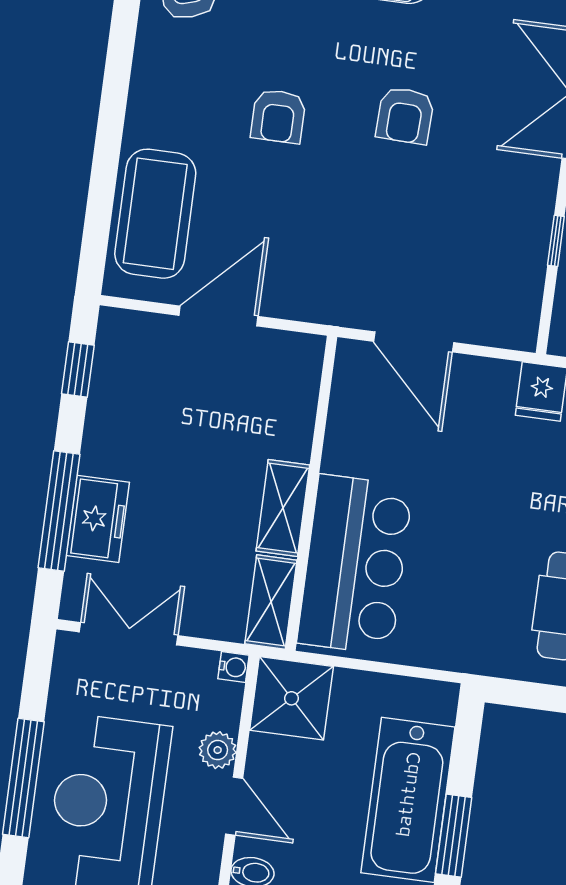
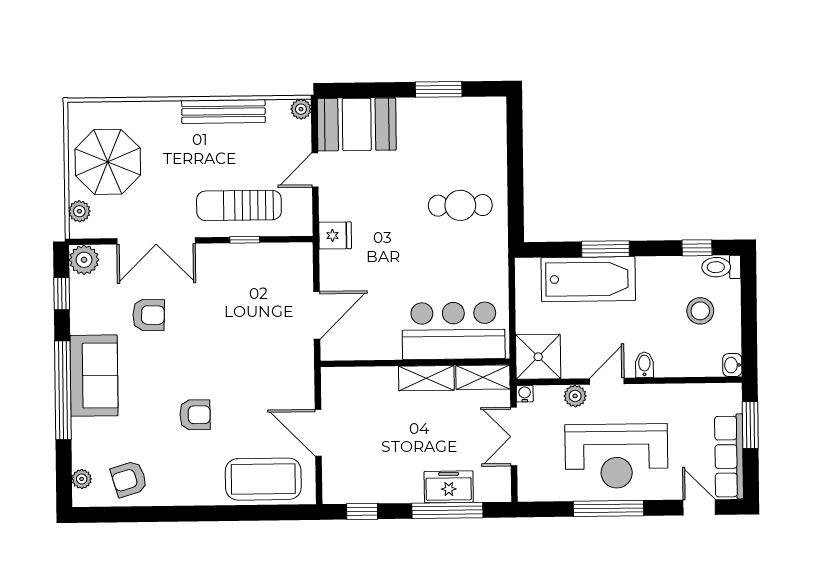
armchair: (405, 115) -> (149, 315), moved
double door: (129, 634) -> (514, 436), moved

